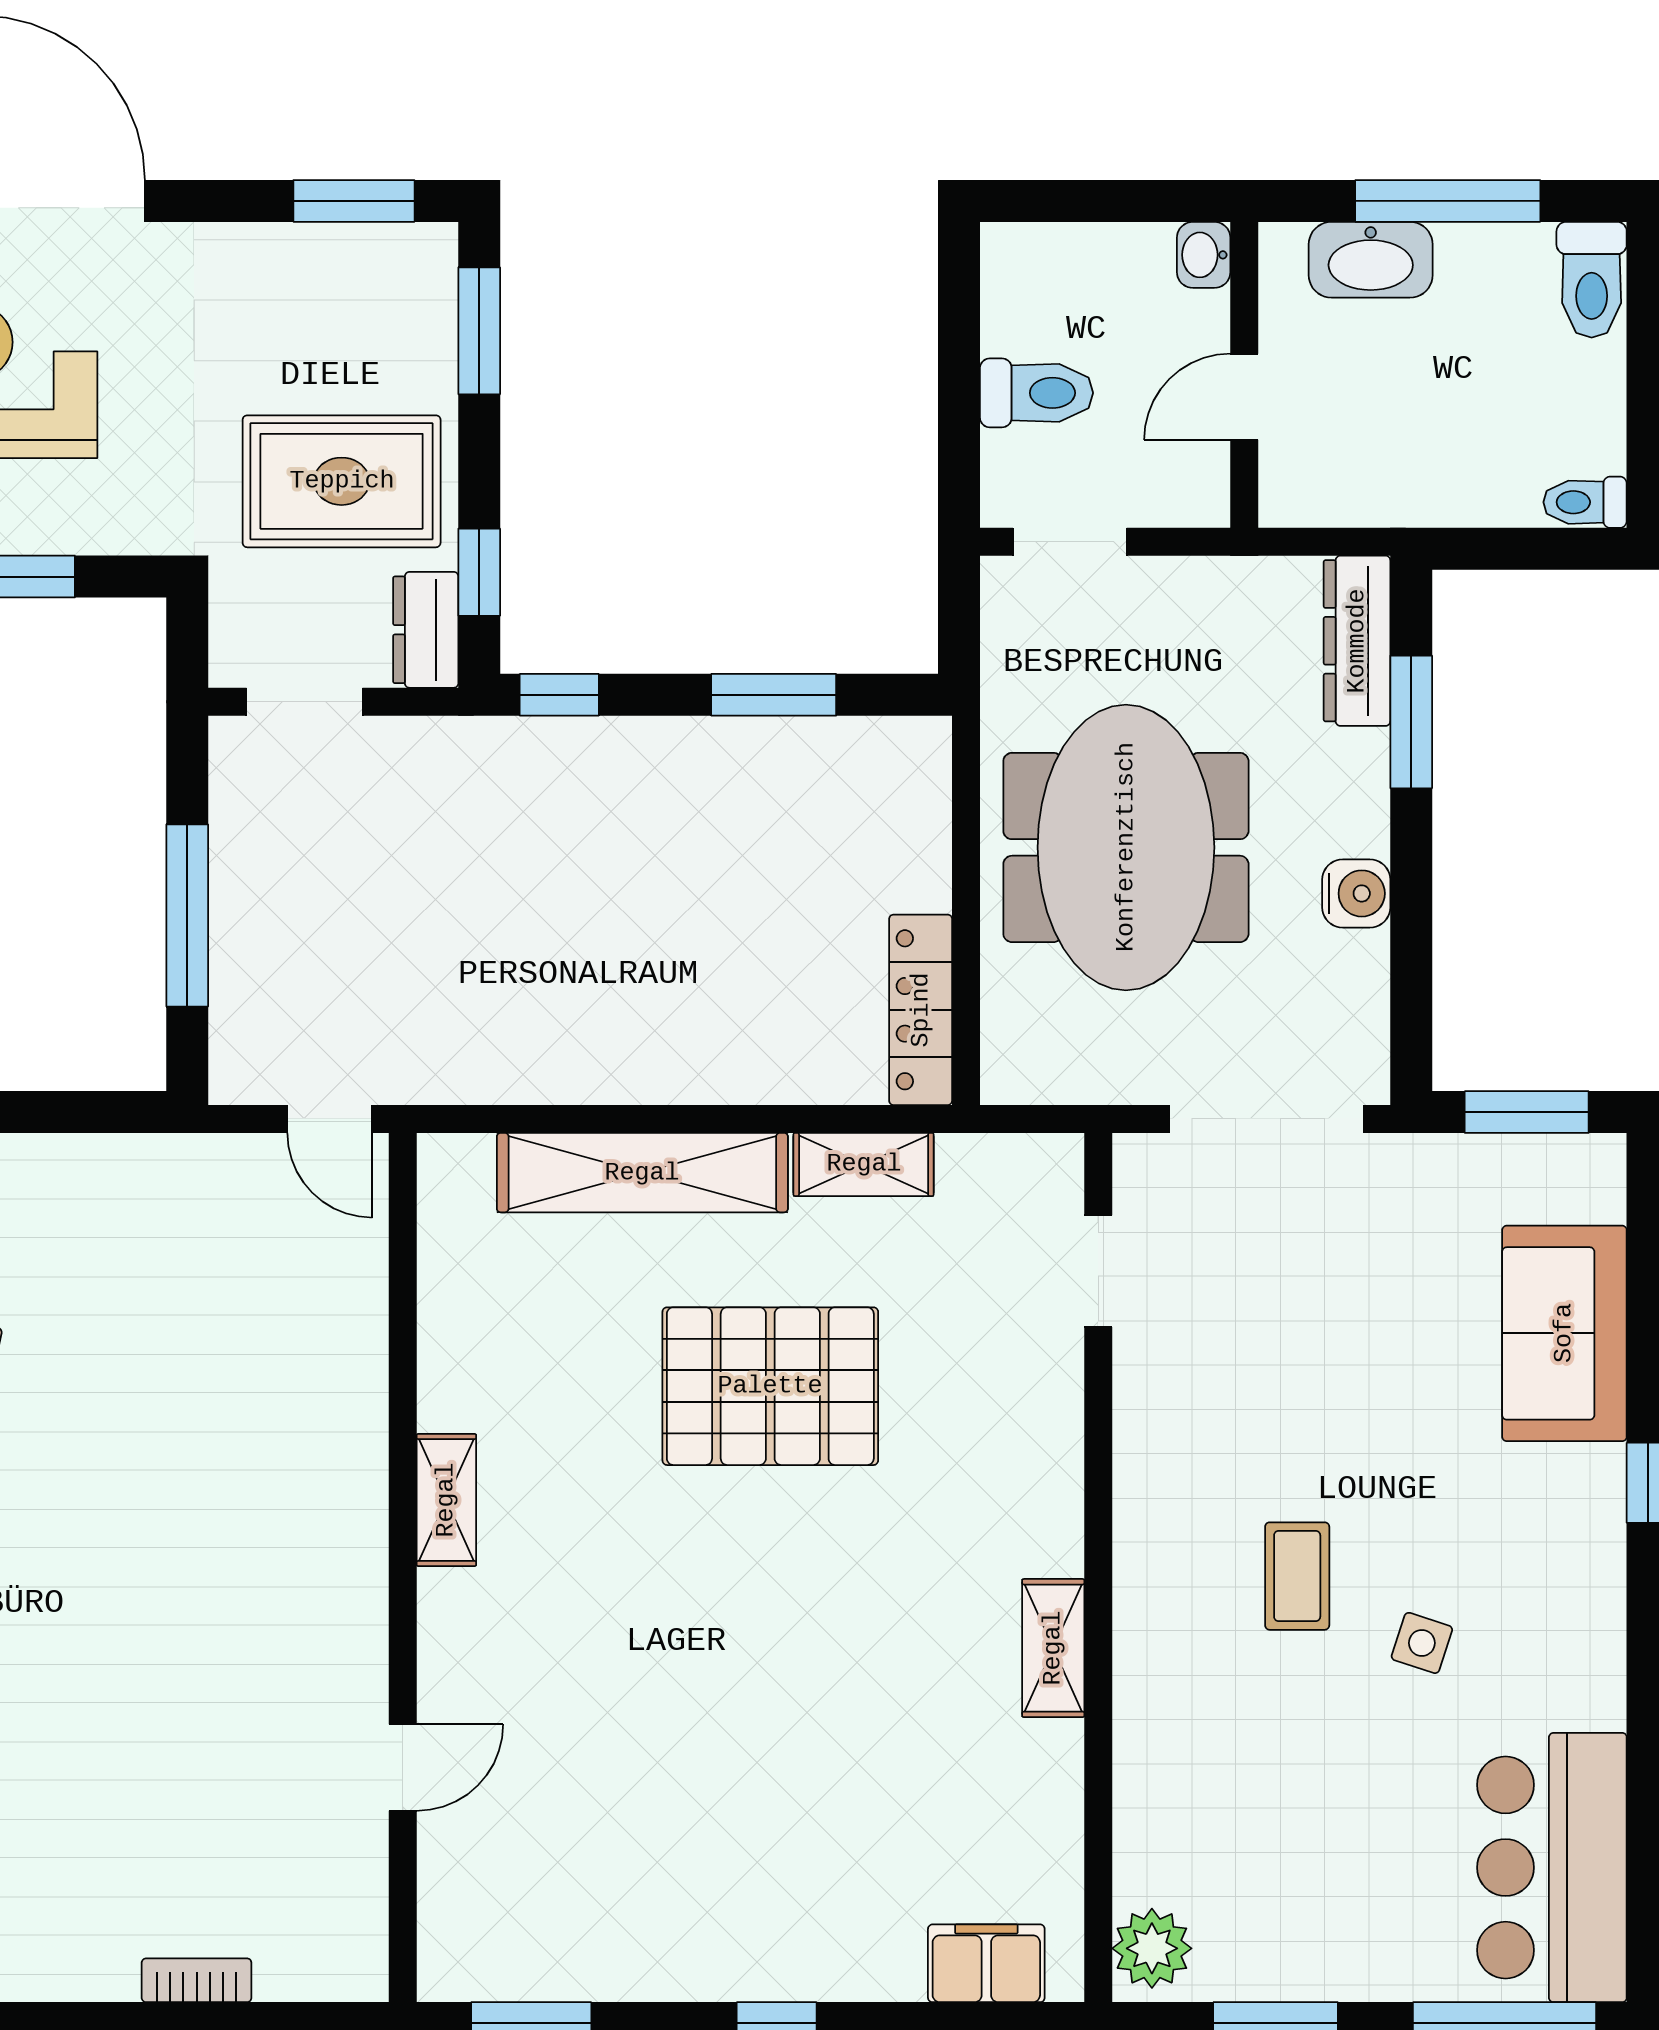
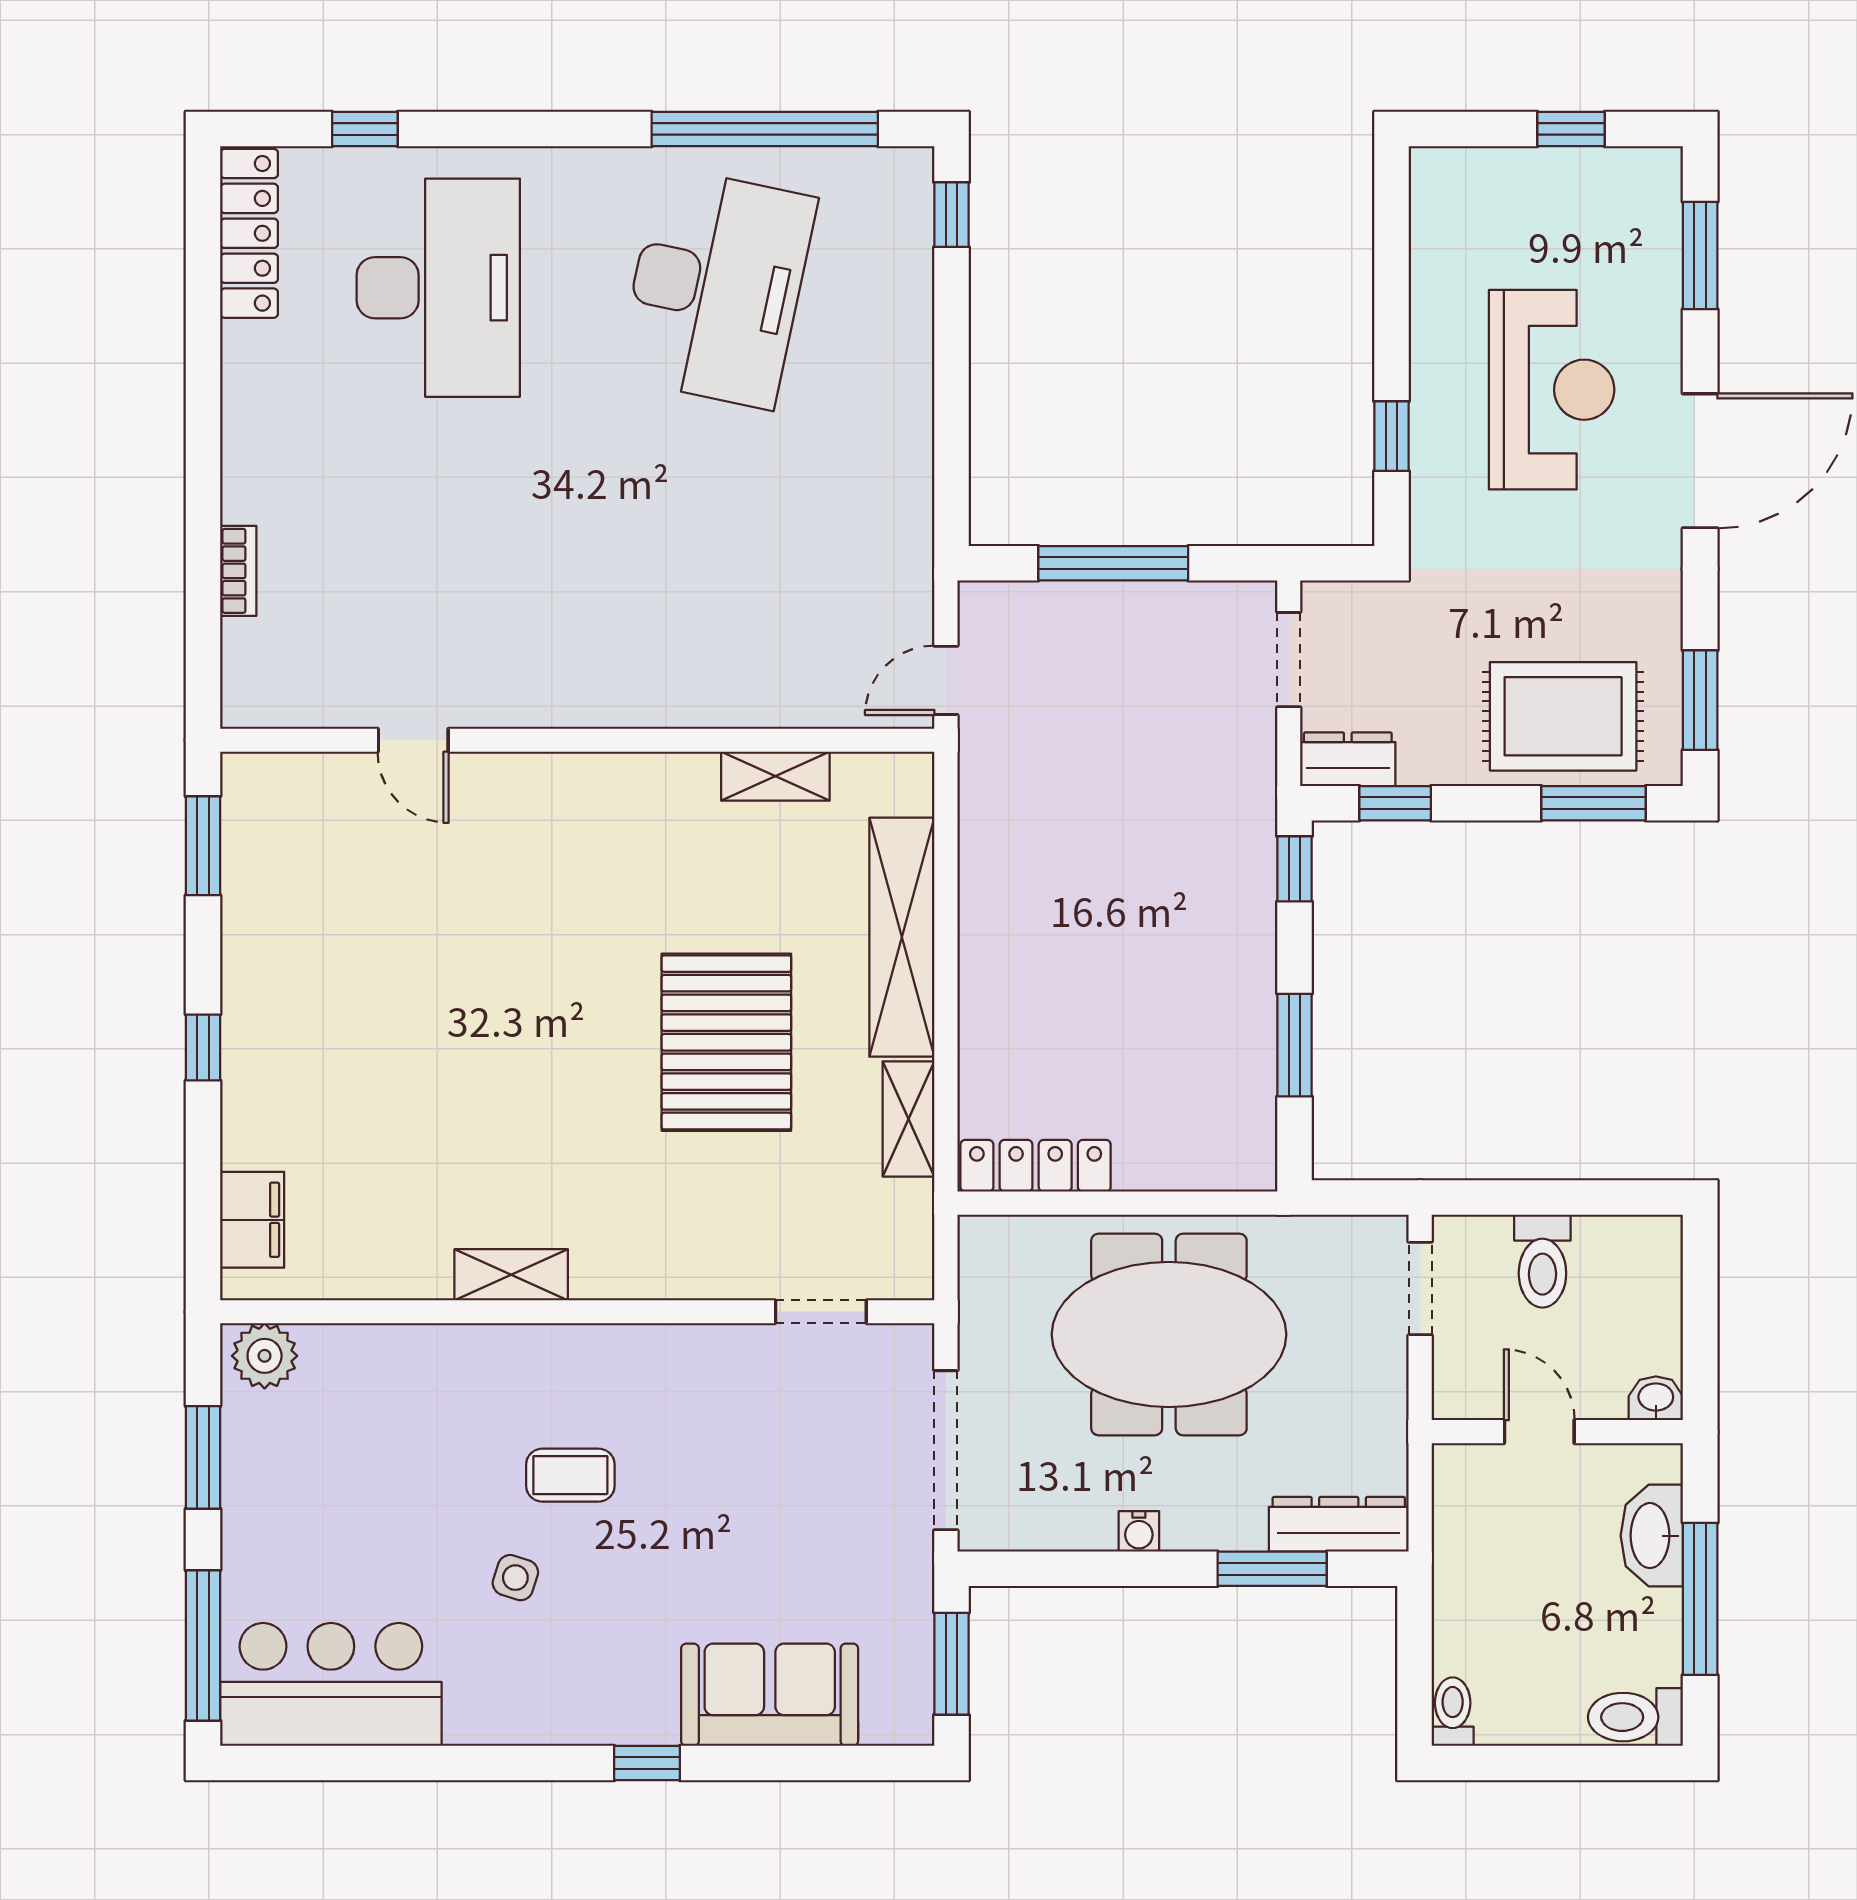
rug: (342, 481) -> (1563, 716), moved, turned 90
water cooler: (1356, 893) -> (1139, 1531), width x0.72, depth x0.72
shelving: (446, 1500) -> (775, 776), moved

